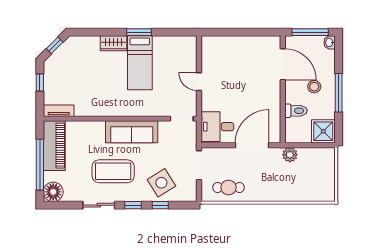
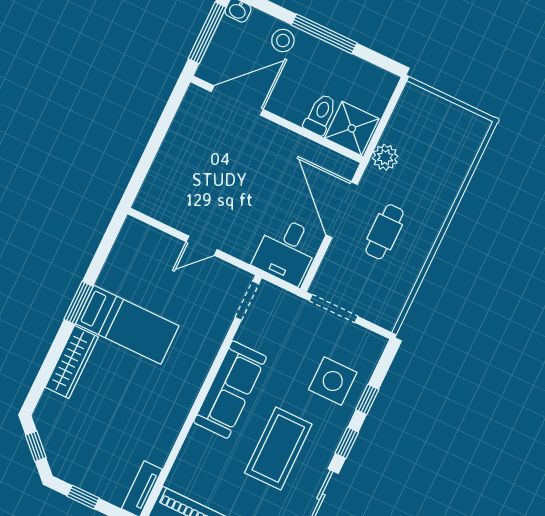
wardrobe: (113, 43) -> (72, 362), width x1.50
stool: (314, 87) -> (283, 40), moved
shower: (323, 131) -> (352, 128), moved
side table: (161, 183) -> (333, 381), turned 32
cafe table: (229, 188) -> (385, 232), moved

